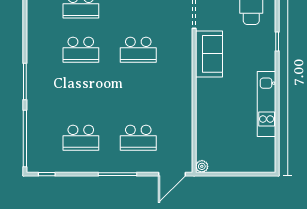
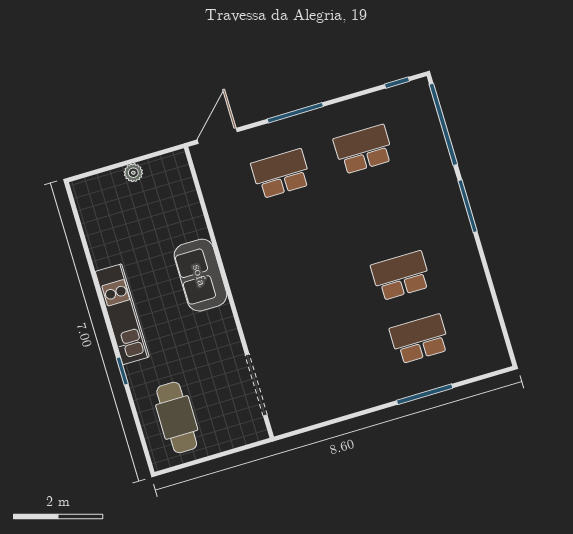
school desk: (138, 50) -> (318, 300), removed
sofa: (209, 54) -> (200, 275), moved
kitchen unit: (267, 104) -> (122, 314), moved
plant: (202, 166) -> (133, 173), moved

